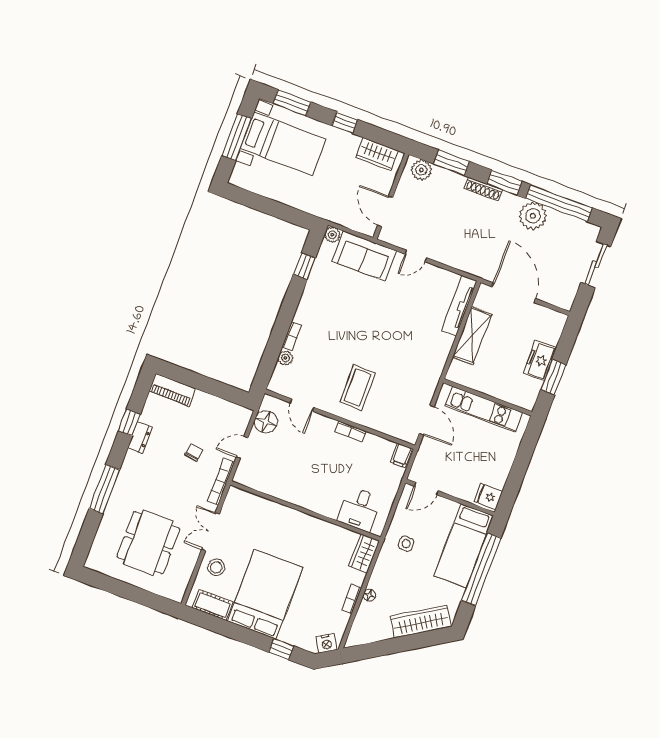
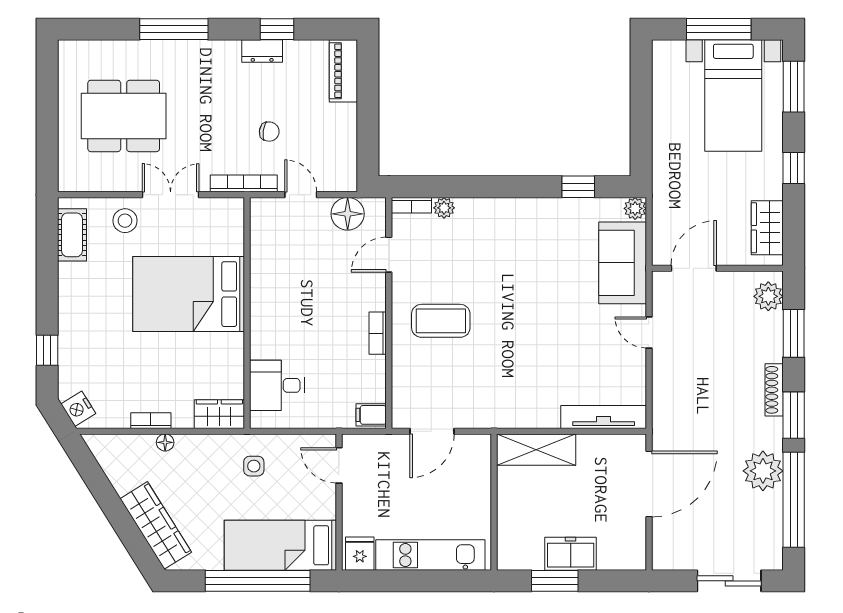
bookcase: (292, 336) -> (411, 205), moved
shelving: (472, 336) -> (536, 450), moved
kitchen unit: (484, 409) -> (430, 555), moved, turned 90
bed: (265, 594) -> (189, 294), moved, turned 180

